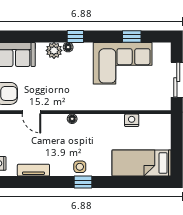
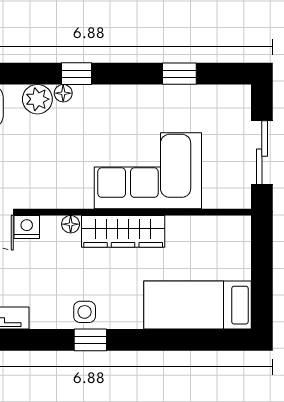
corner sofa: (123, 63) -> (148, 171), moved, turned 180
nightstand: (132, 120) -> (27, 227), moved
wardrobe: (101, 123) -> (123, 231), added

